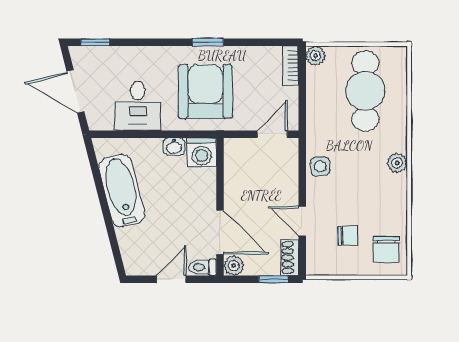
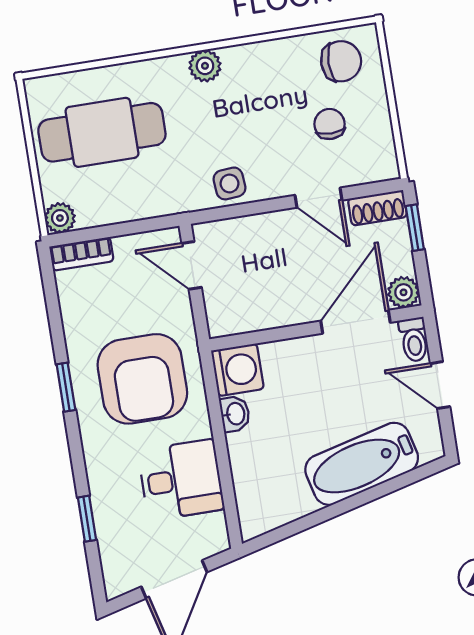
window: (95, 42) -> (87, 519), moved
armchair: (205, 92) -> (142, 379), turned -90
bathtub: (122, 191) -> (362, 464), moved
door: (302, 221) -> (318, 198), hinge flipped

